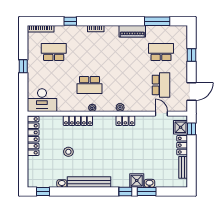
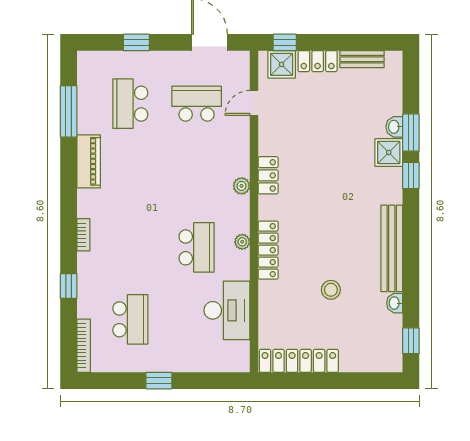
school desk: (54, 52) -> (130, 319), turned 180
desk: (42, 100) -> (227, 310), moved
locker: (78, 121) -> (268, 250), moved

